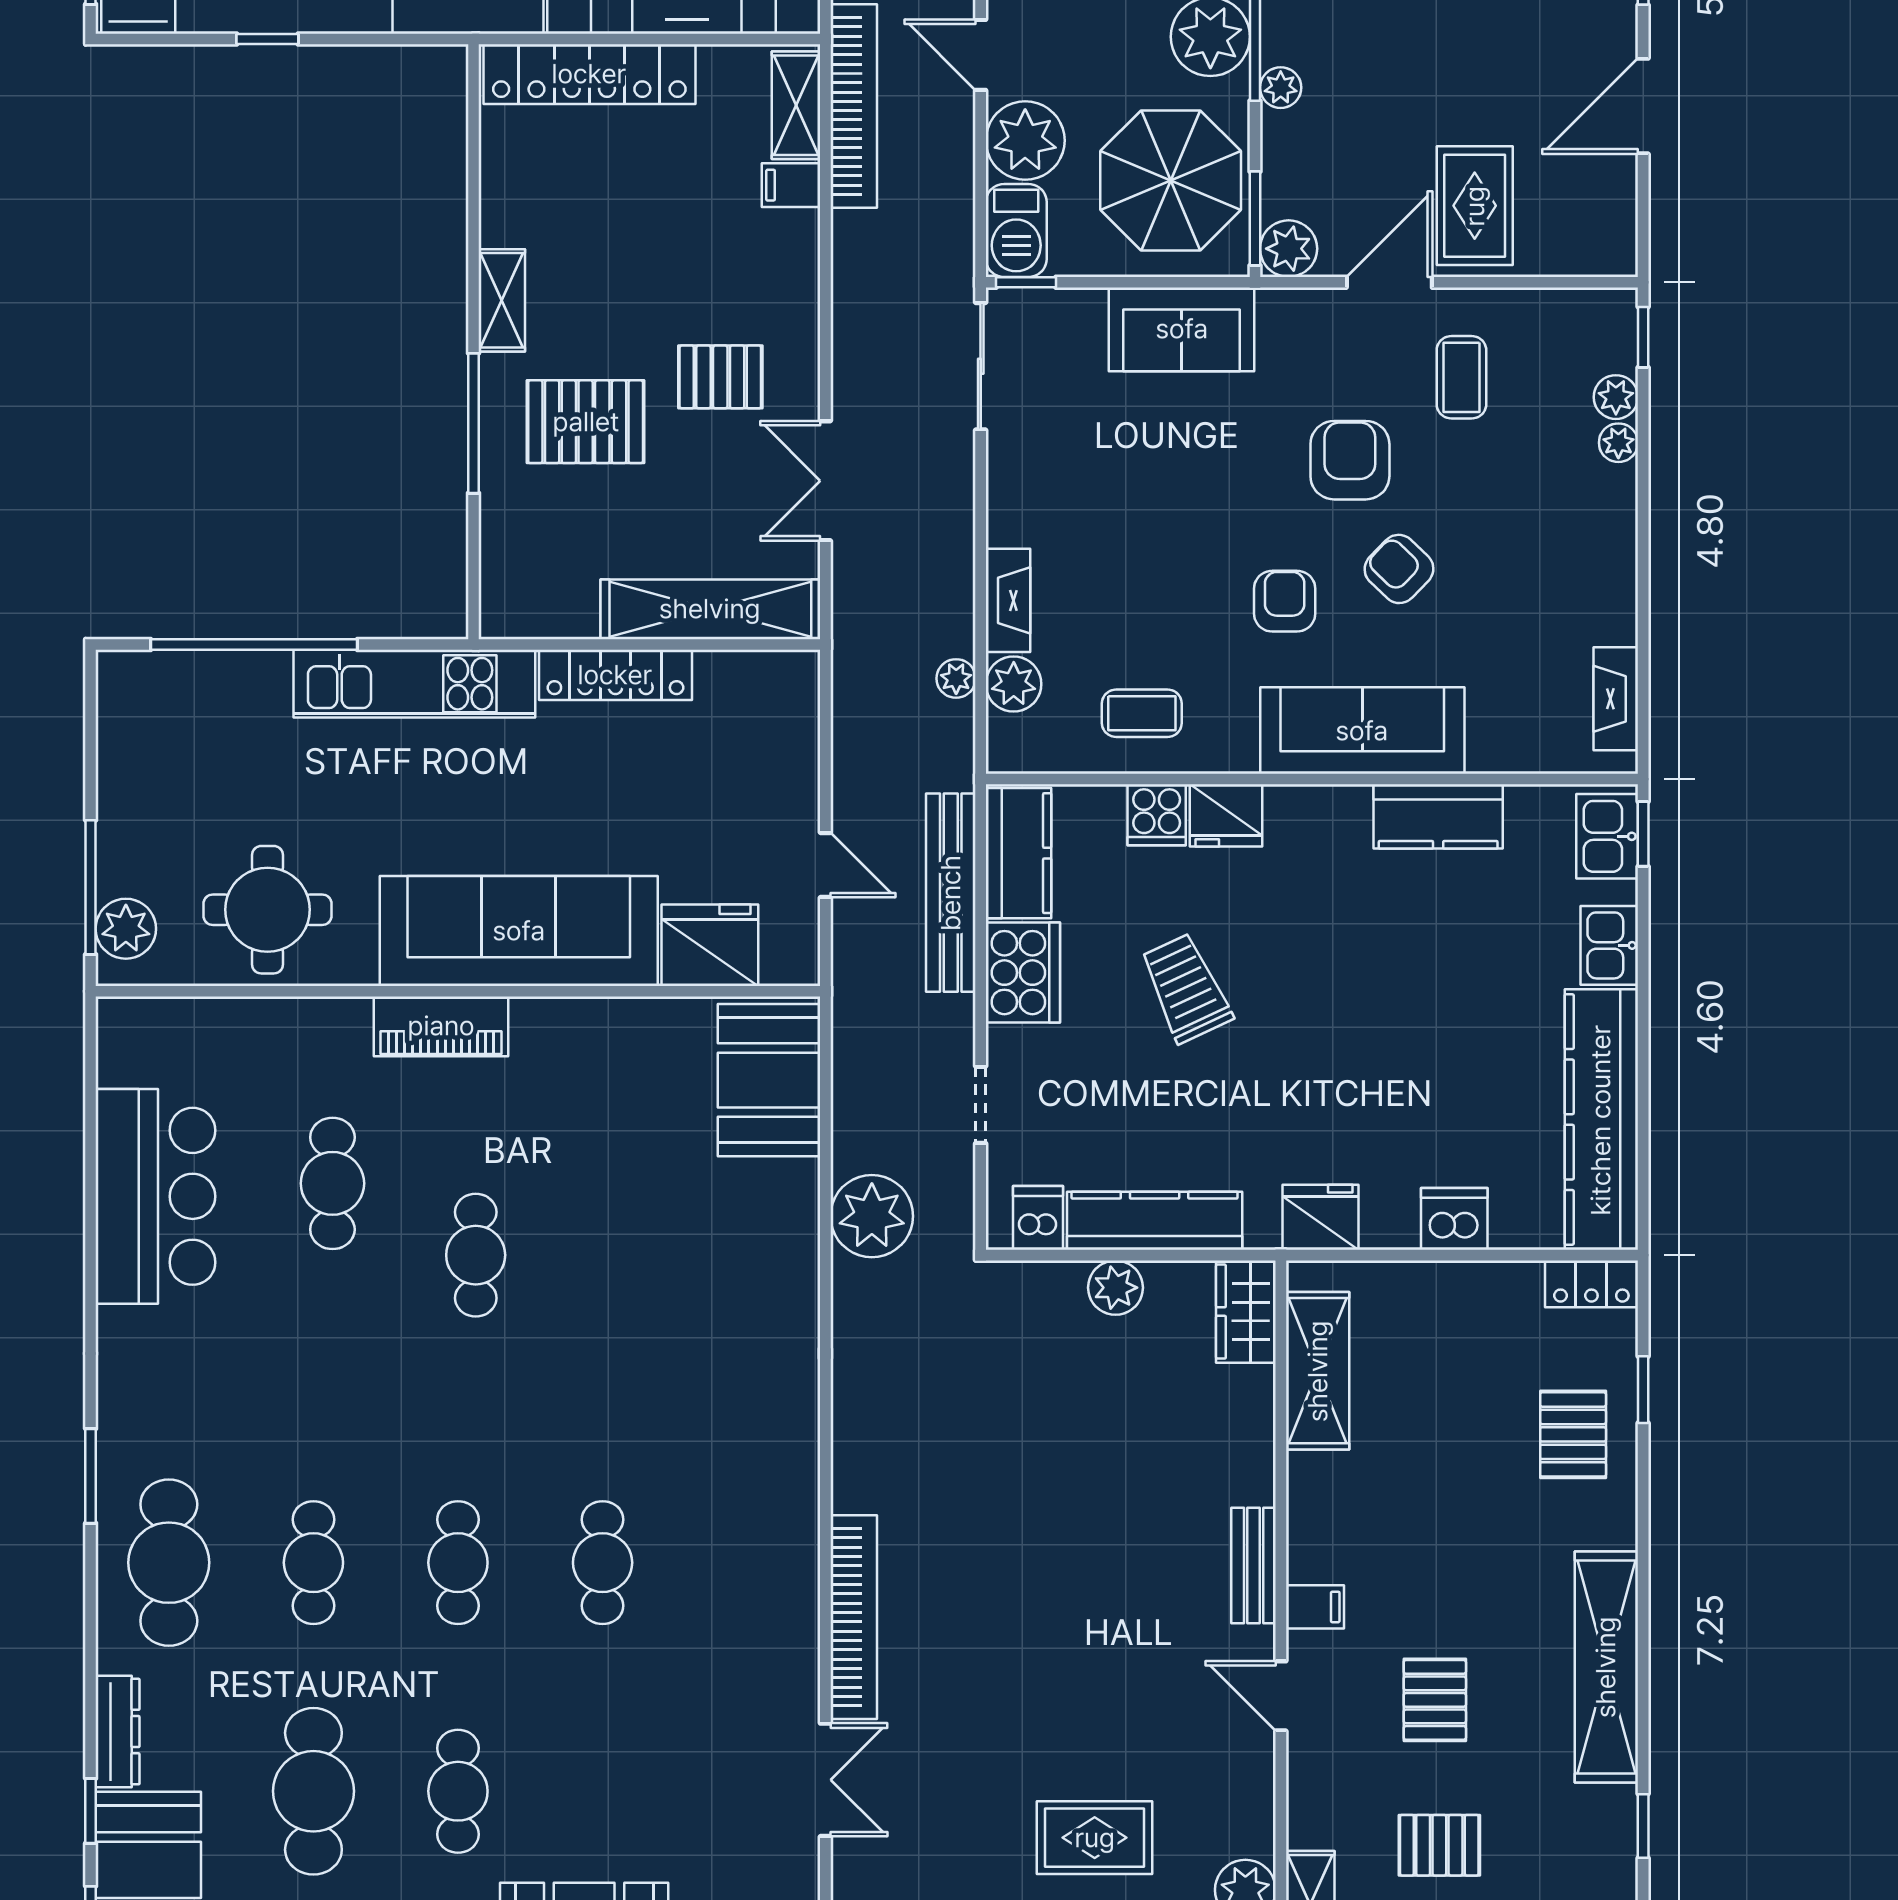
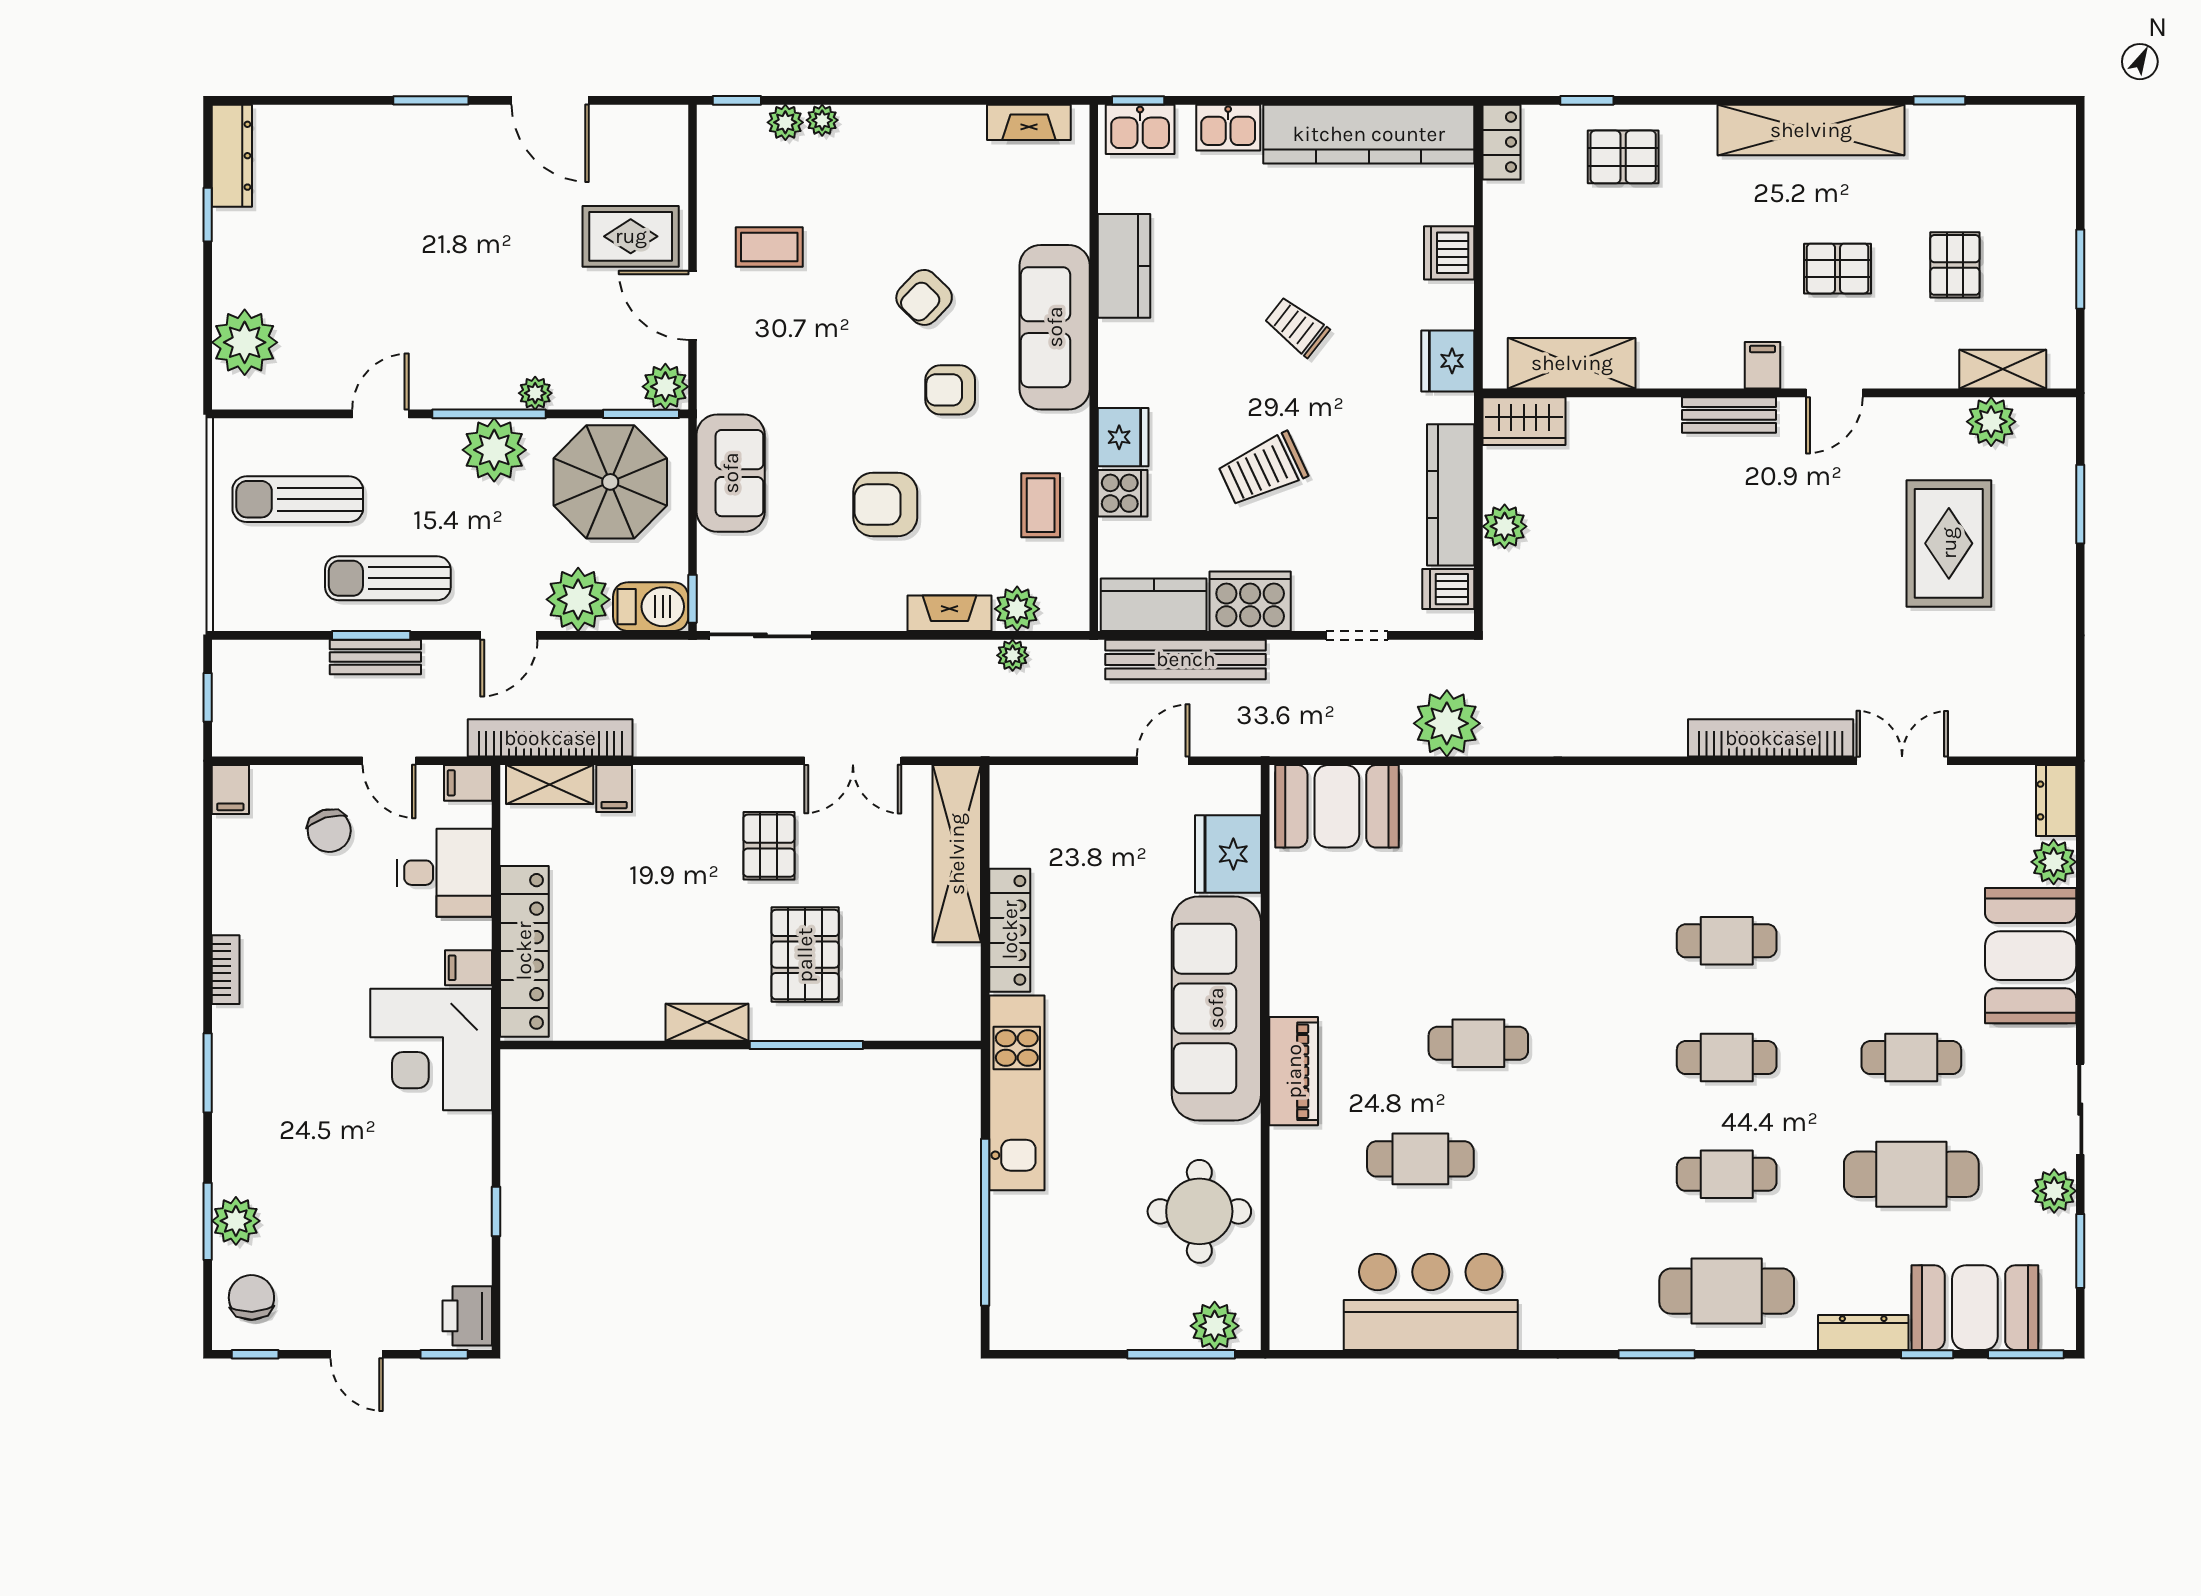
armchair: (1350, 460) -> (885, 505), moved
trolley: (1363, 1030) -> (1297, 327), added
rug: (1095, 1838) -> (1949, 543), width x1.36, depth x1.43

